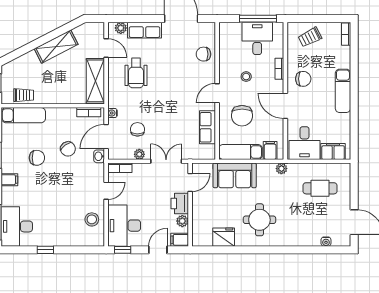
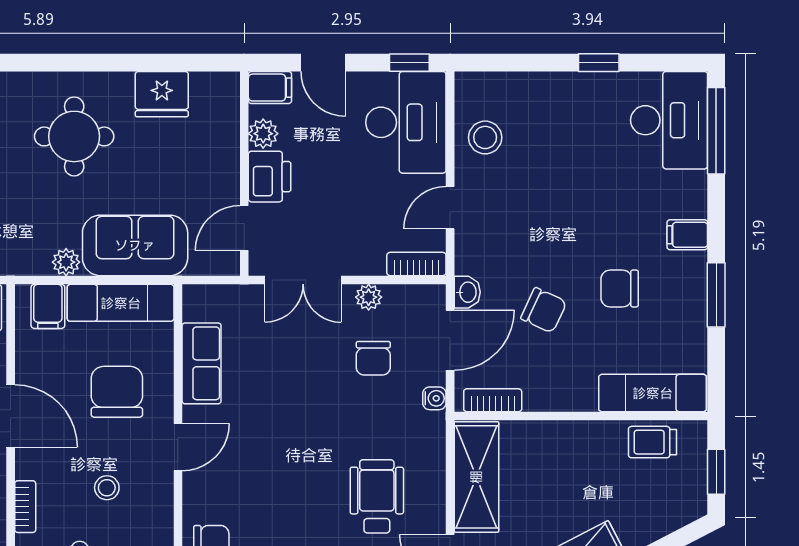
chair: (68, 149) -> (544, 310), turned 150
plant: (281, 169) -> (66, 262), moved
door: (158, 250) -> (323, 63), hinge flipped

